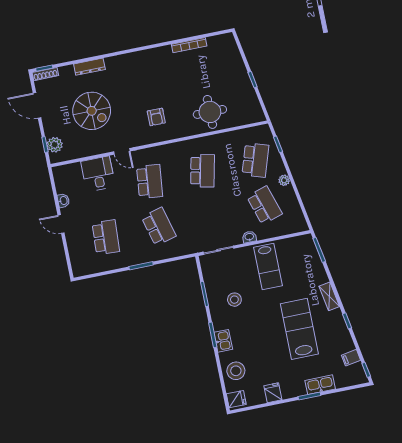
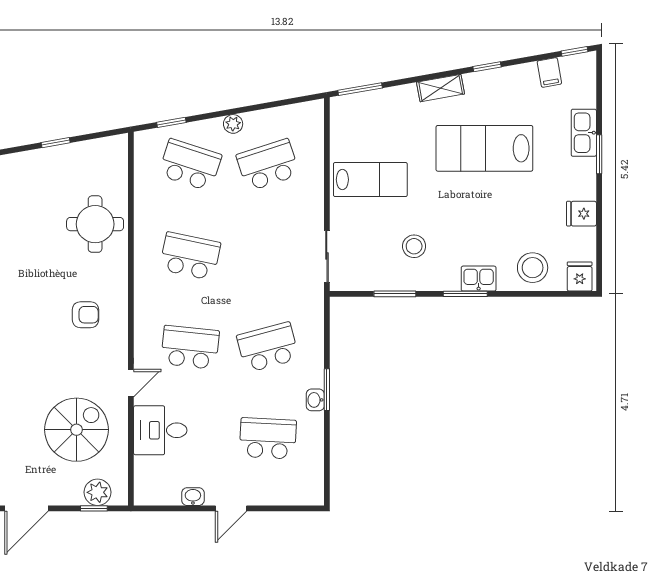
spiral stairs: (92, 111) -> (77, 430), moved
washbasin: (249, 237) -> (315, 400), moved

